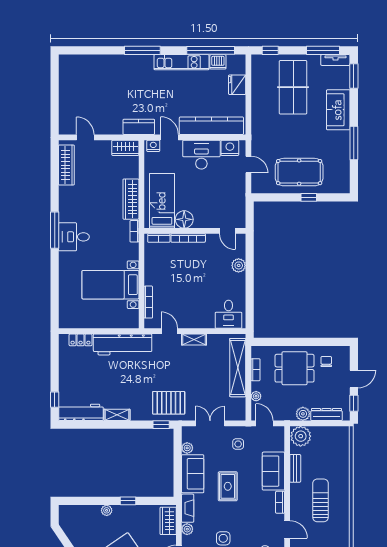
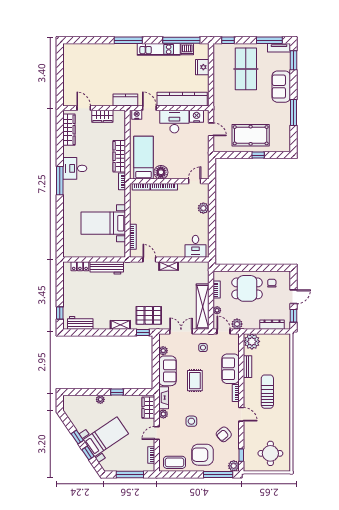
wardrobe: (125, 148) -> (102, 116), moved
door: (227, 231) -> (195, 181), swing flipped
desk: (74, 237) -> (75, 168), moved
workbench: (123, 344) -> (107, 268), width x0.73, depth x0.76
shelving: (238, 368) -> (203, 307), moved
workbench: (81, 412) -> (80, 323), width x0.73
plant: (303, 414) -> (237, 324), moved
shelving: (117, 415) -> (120, 325), moved

